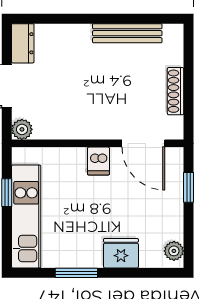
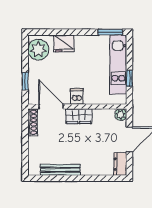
shoe rack: (175, 91) -> (33, 122), moved
wardrobe: (95, 127) -> (79, 116), added
plant: (174, 251) -> (38, 50), width x1.88, depth x1.88
window: (76, 273) -> (110, 32), moved

